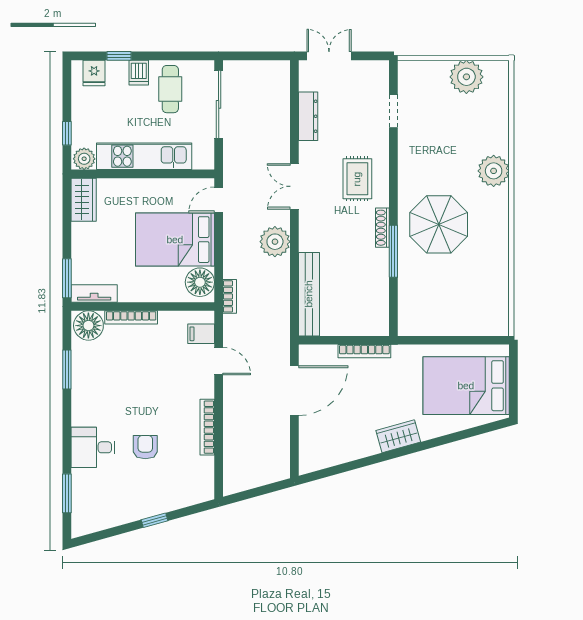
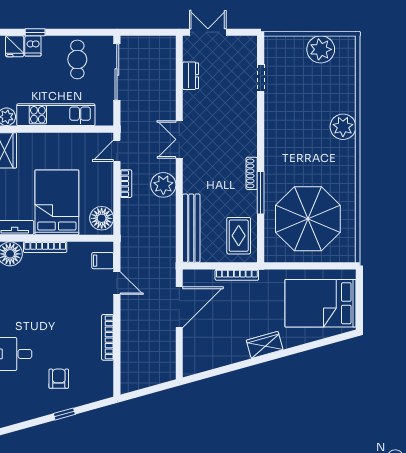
dishwasher: (139, 73) -> (33, 46), moved
dresser: (308, 116) -> (191, 76), width x0.70
rug: (357, 179) -> (239, 236), moved
parasol: (439, 224) -> (308, 219), moved, width x1.36, depth x1.36
bed: (175, 240) -> (57, 202), moved, turned 90
bookcase: (230, 296) -> (126, 184), moved
armchair: (145, 447) -> (59, 379), moved

